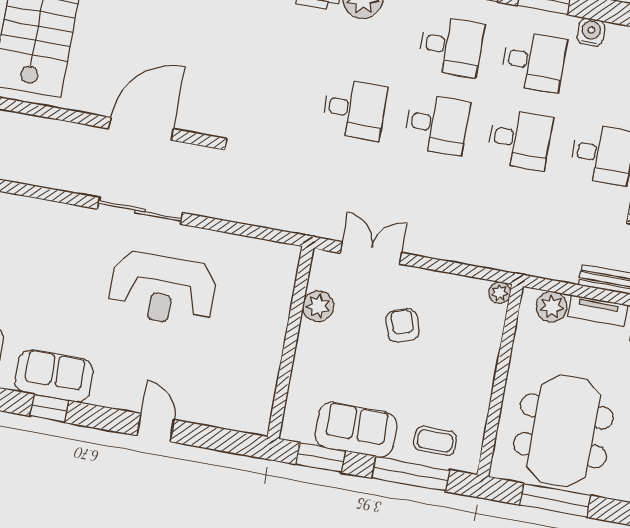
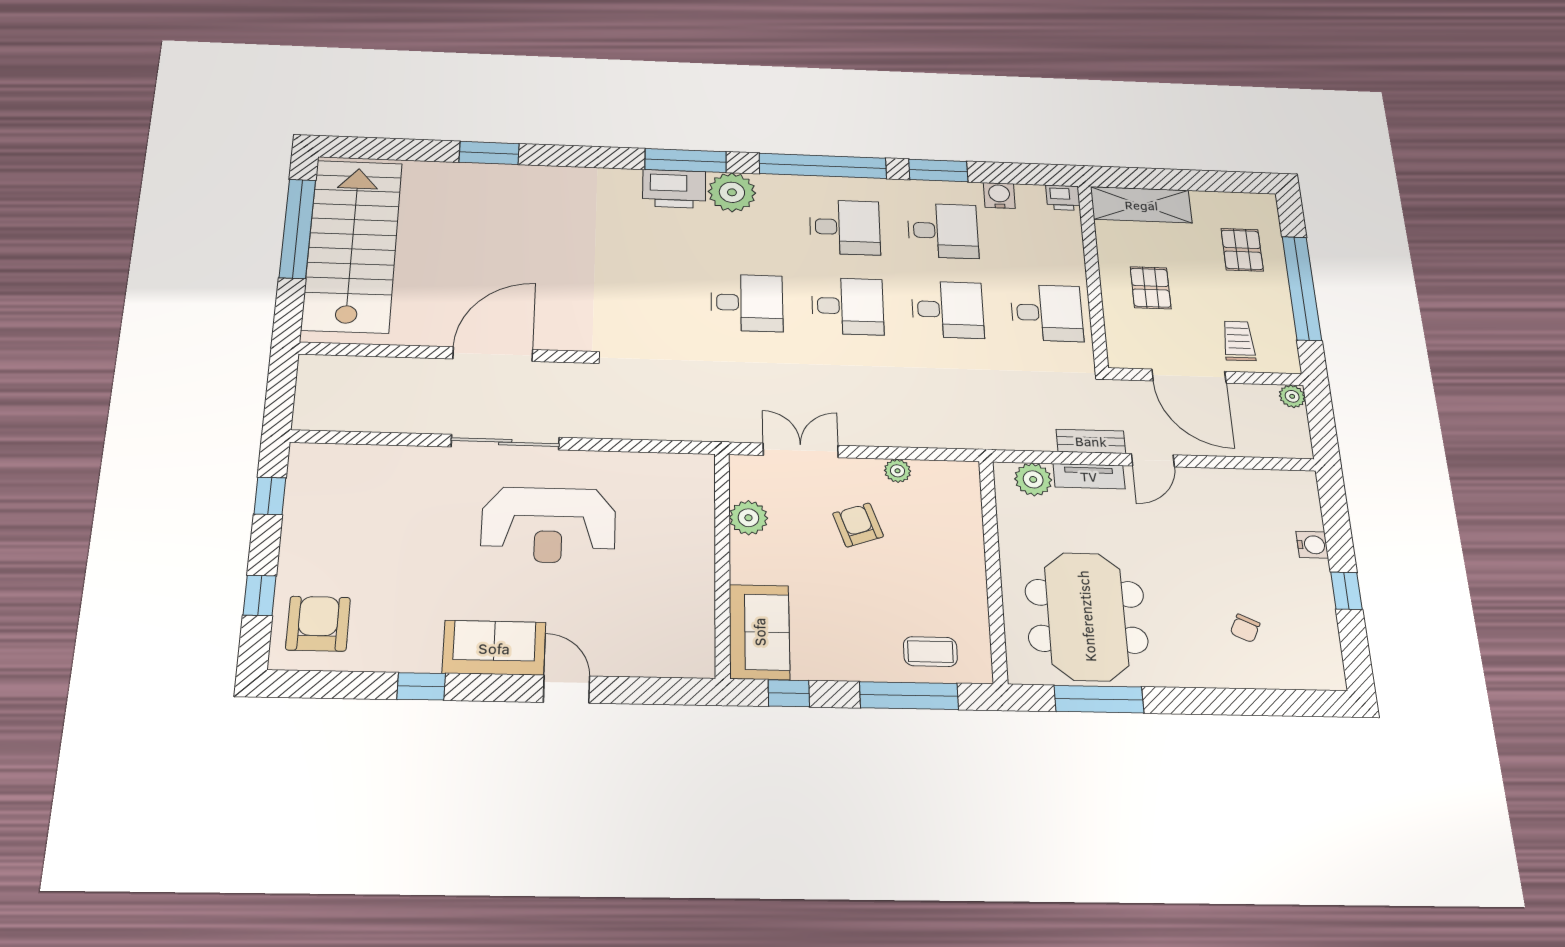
plant: (500, 293) -> (898, 471), moved
sofa: (54, 376) -> (494, 648), moved
sofa: (356, 430) -> (759, 632), moved, turned 90
window: (320, 458) -> (789, 693), width x0.67

